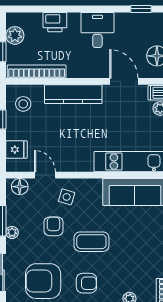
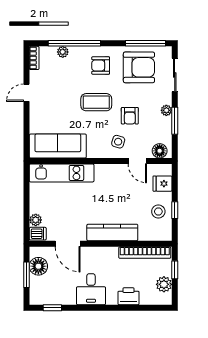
stool: (23, 104) -> (158, 211), moved

